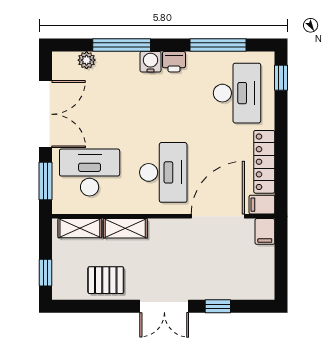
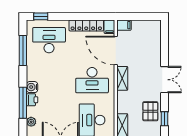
printer: (174, 62) -> (32, 100), moved
desk: (163, 172) -> (92, 80), turned 180
shelving: (125, 228) -> (122, 78), moved
window: (218, 306) -> (164, 119), moved

